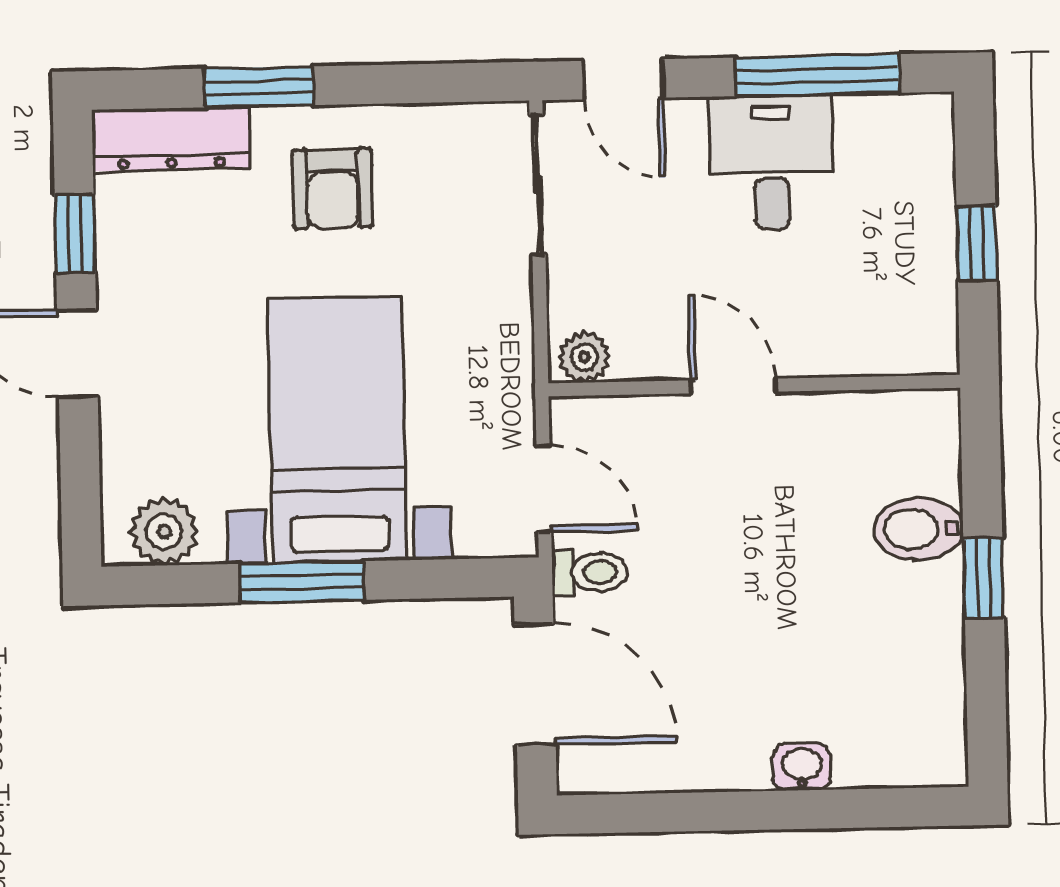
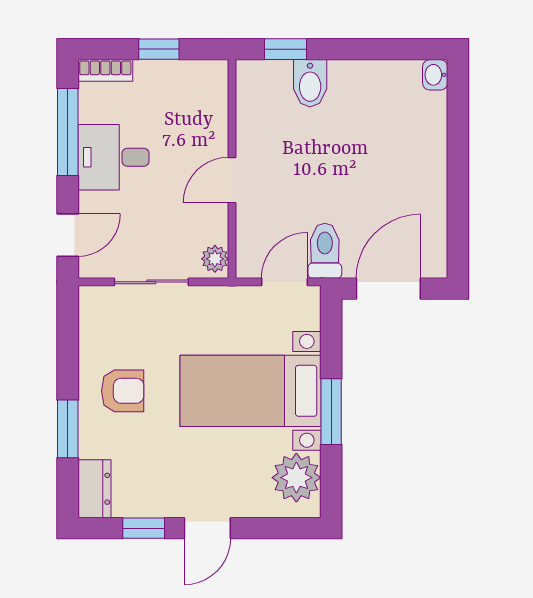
dresser: (171, 139) -> (94, 489), width x0.70
bookcase: (935, 143) -> (105, 70), added
sliding door: (538, 185) -> (151, 282), moved
plant: (164, 532) -> (296, 478), width x1.36, depth x1.36
toilet: (590, 572) -> (325, 251), width x1.37, depth x1.39
window: (984, 578) -> (286, 49), moved
washbasin: (802, 767) -> (435, 75), moved

